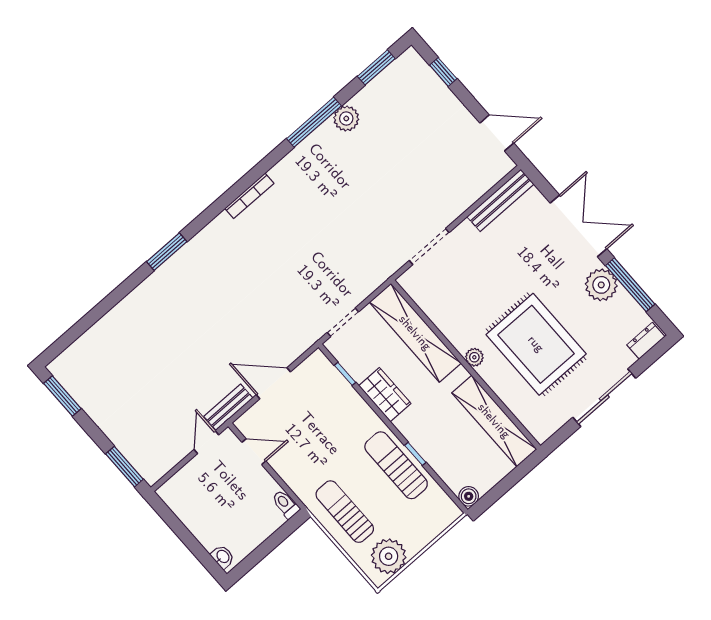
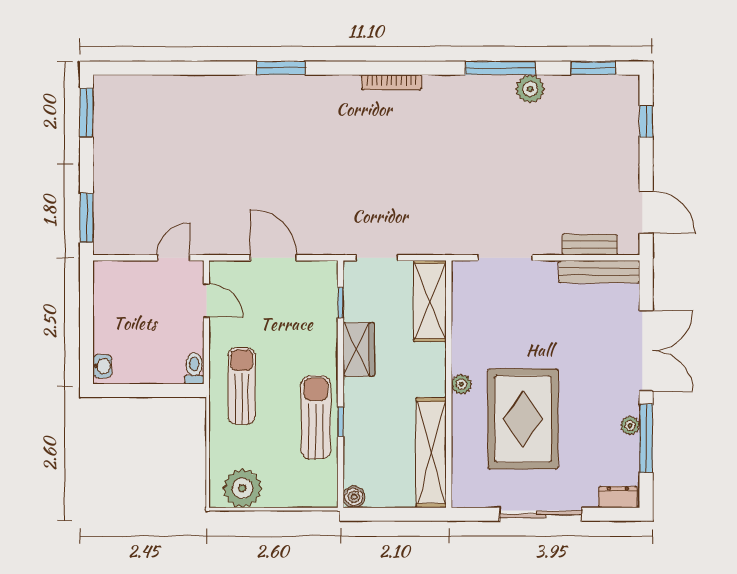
plant: (601, 285) -> (630, 426), width x0.53, depth x0.53
shelving: (415, 333) -> (430, 301), width x0.68
bench: (228, 407) -> (590, 245), moved
sun lounger: (345, 512) -> (242, 386), moved

